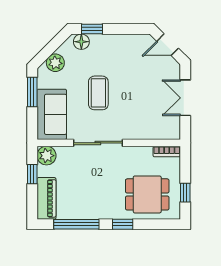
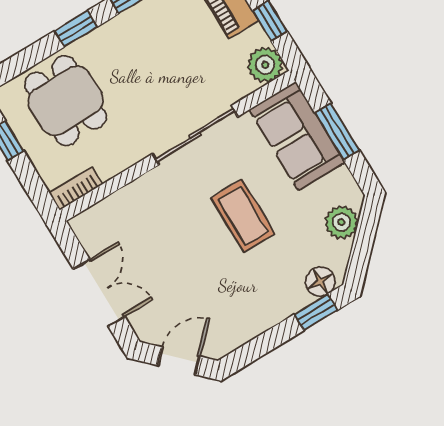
window: (32, 92) -> (337, 132), moved
dining table: (147, 194) -> (66, 101), turned 90

